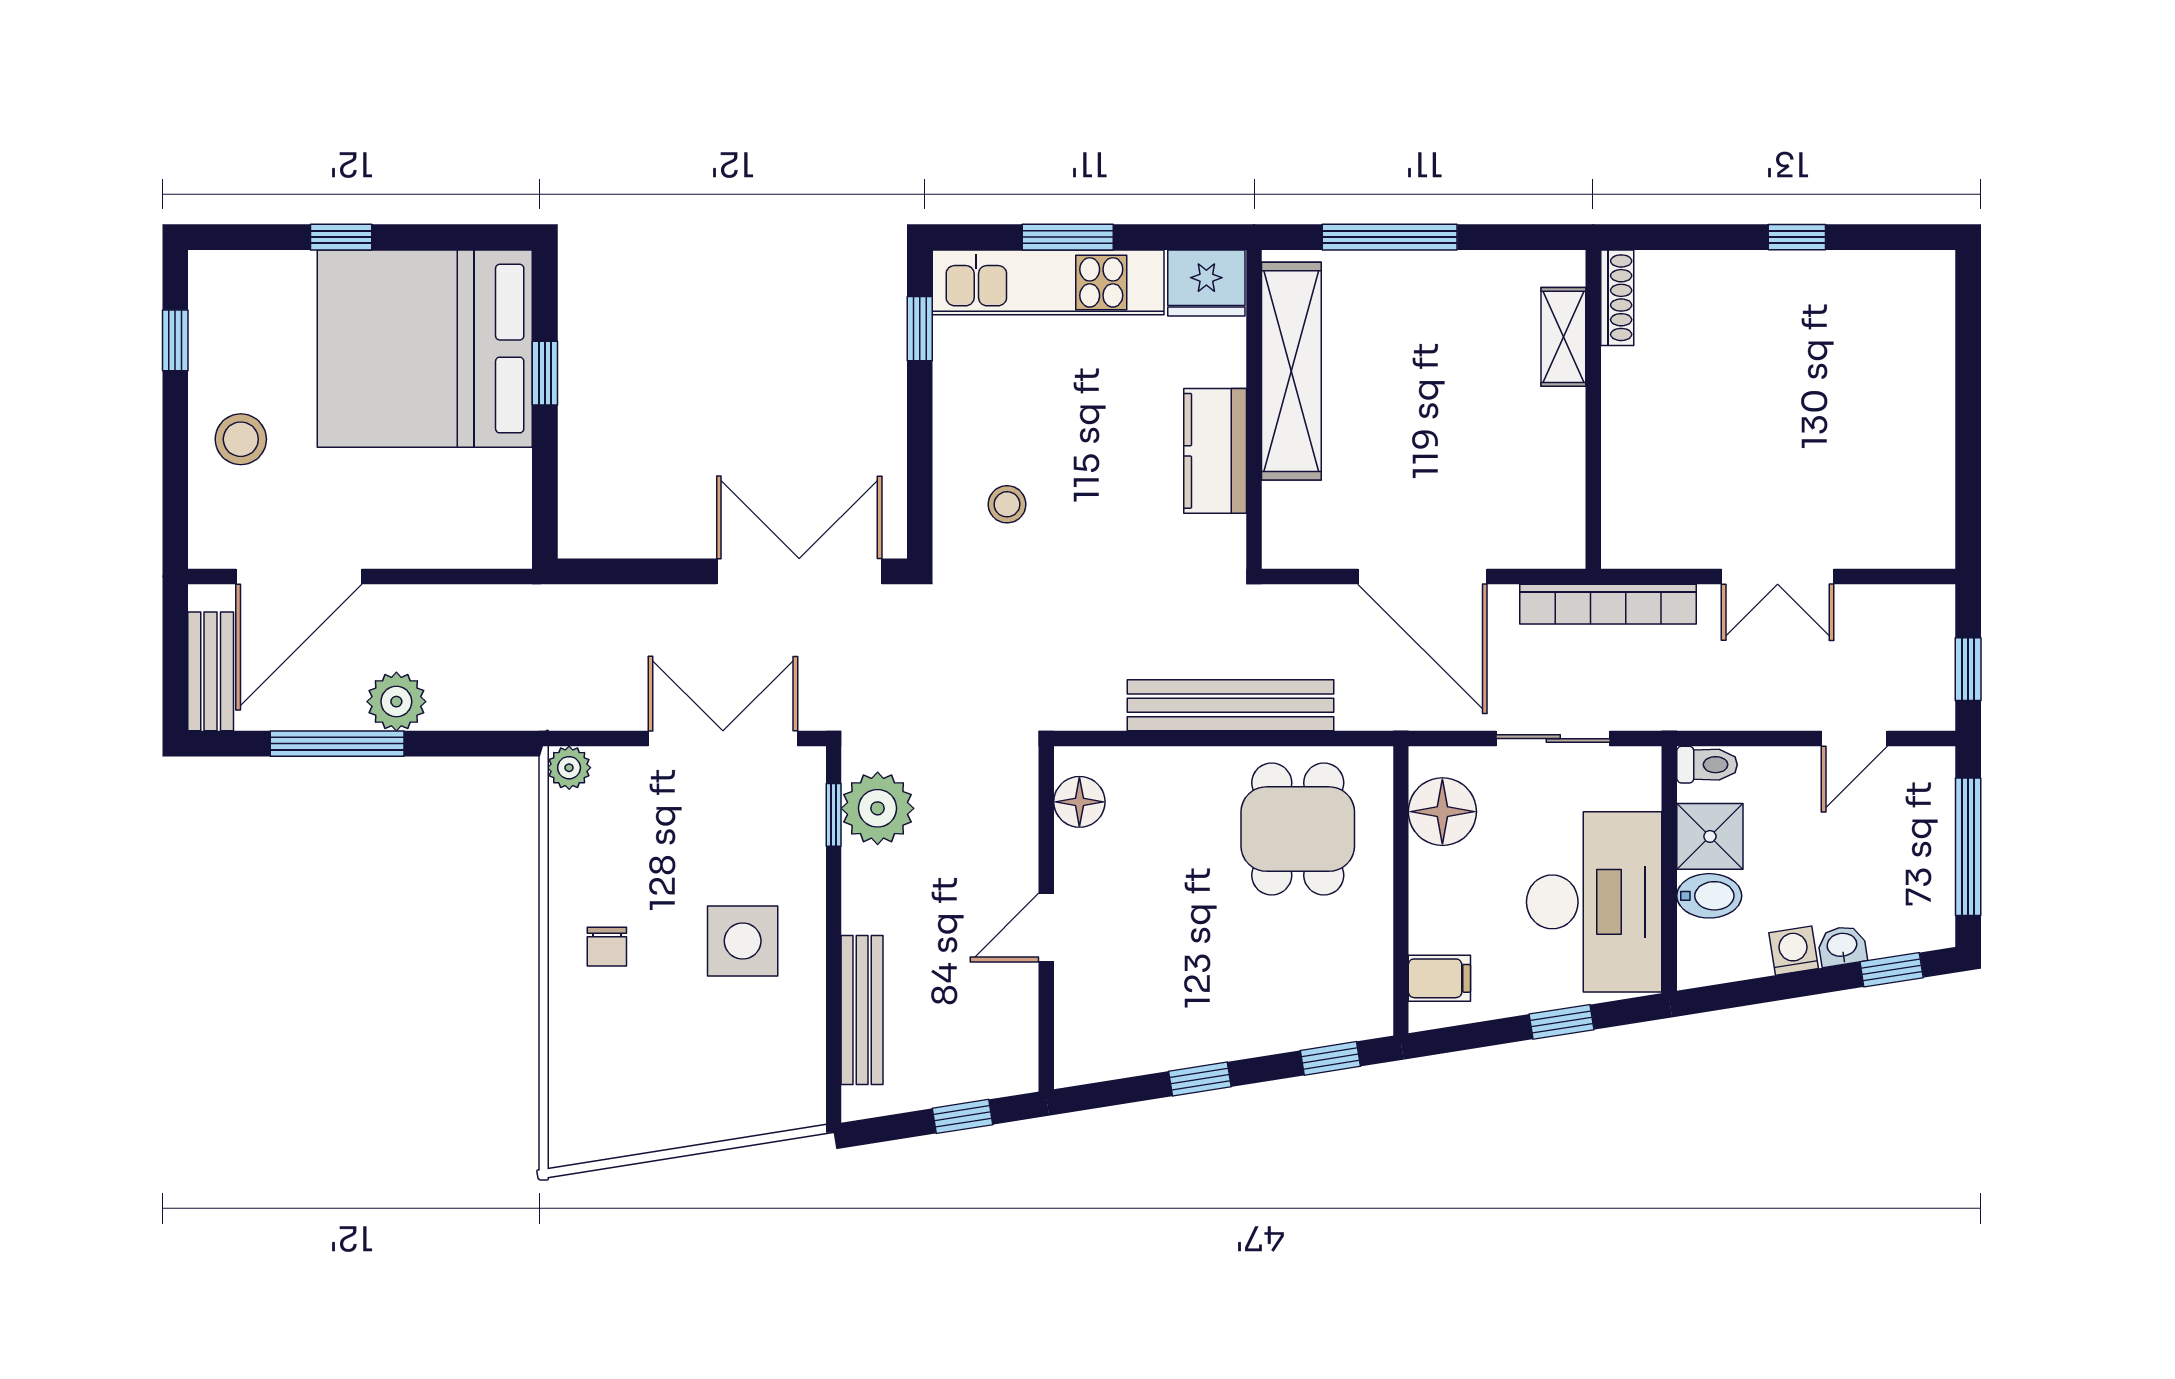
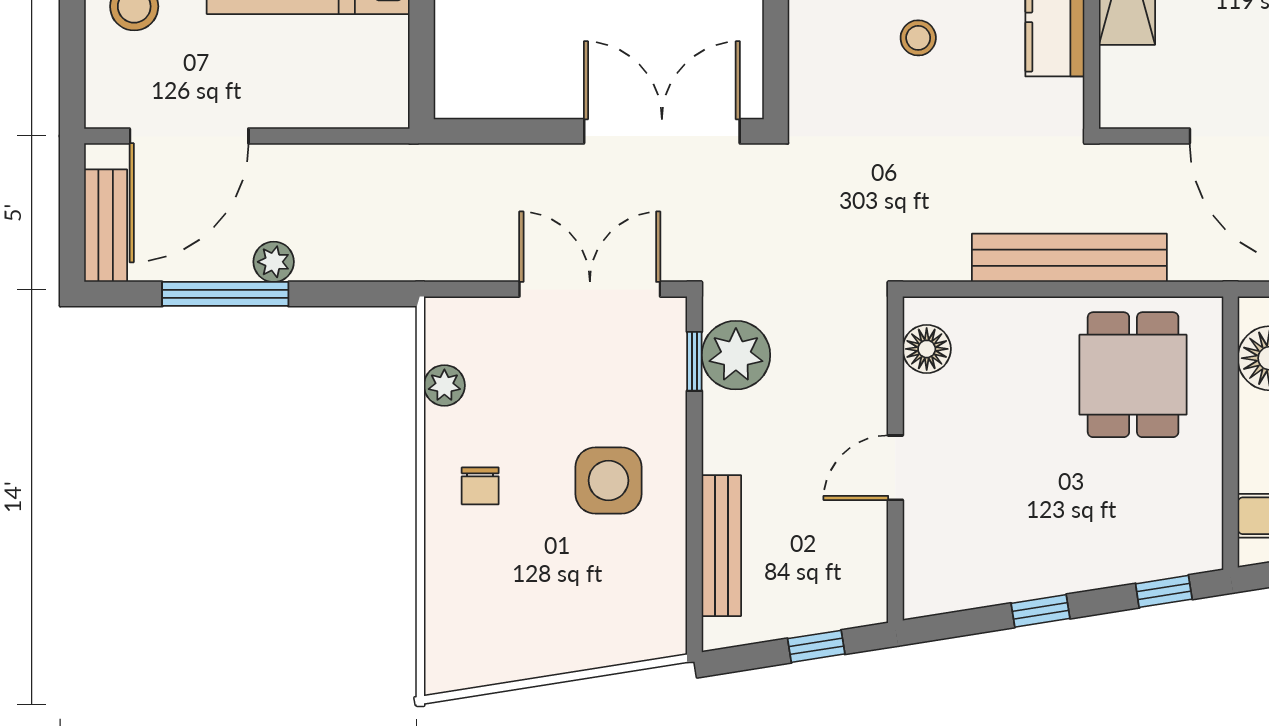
stool: (1007, 504) -> (918, 38), moved
plant: (396, 702) -> (274, 262), width x0.73, depth x0.73
plant: (569, 768) -> (444, 385), moved

